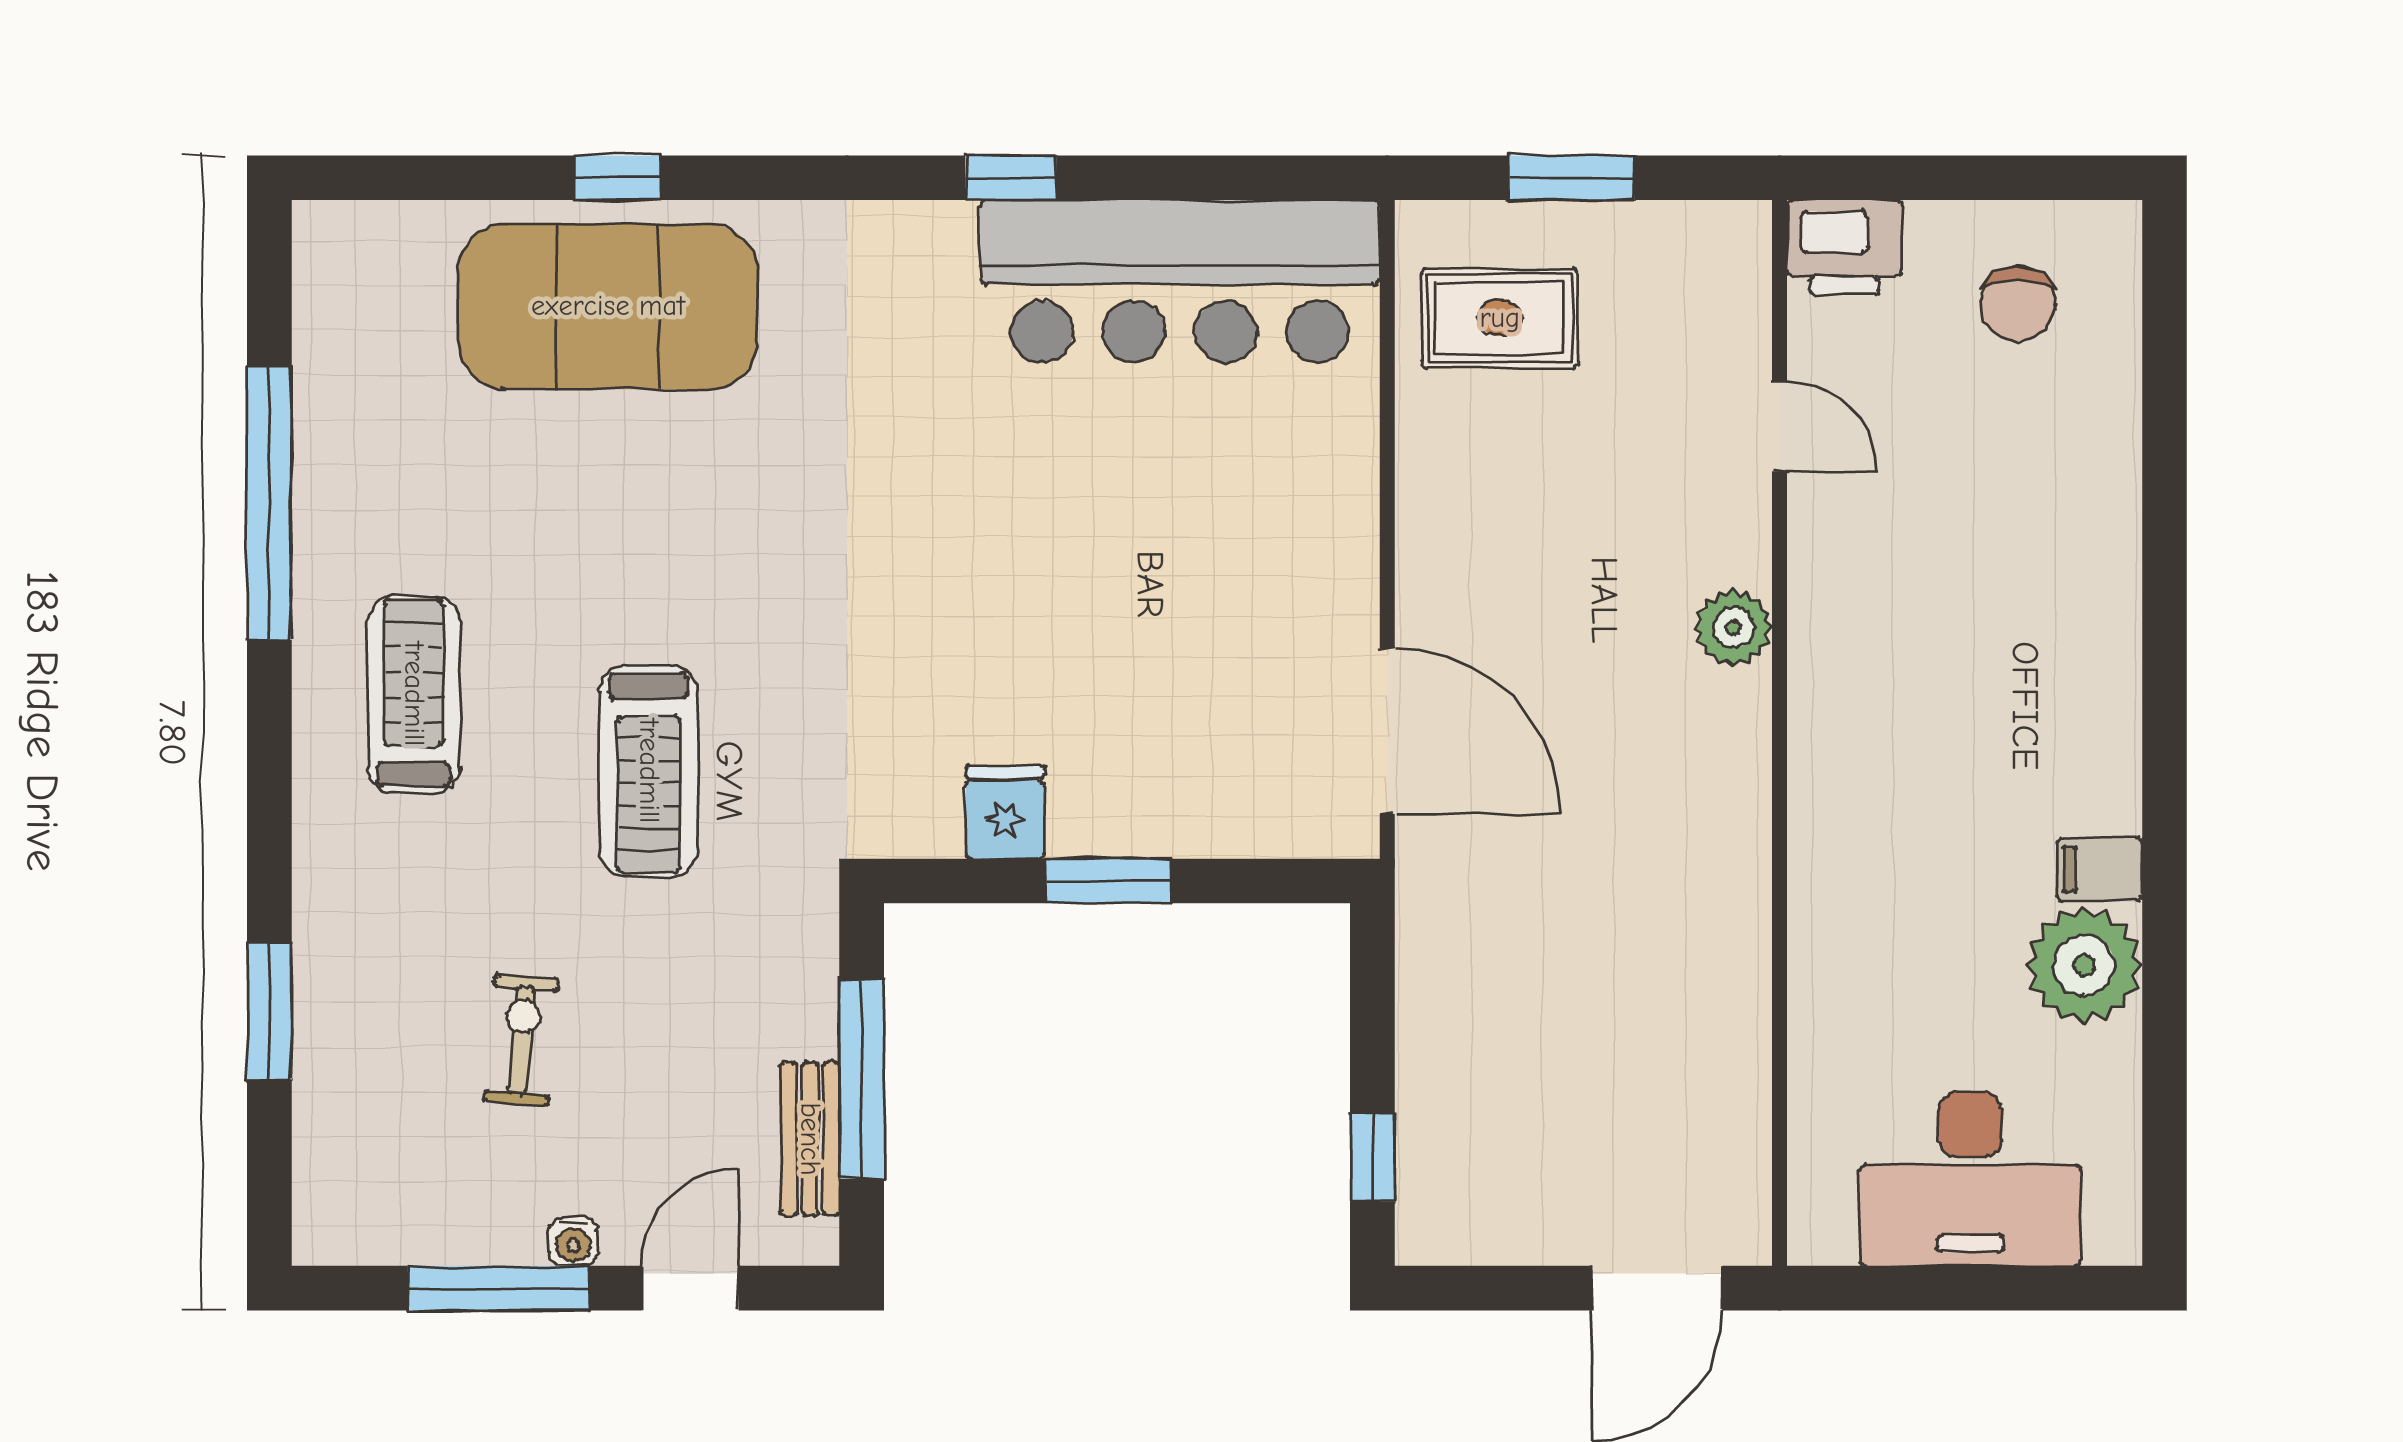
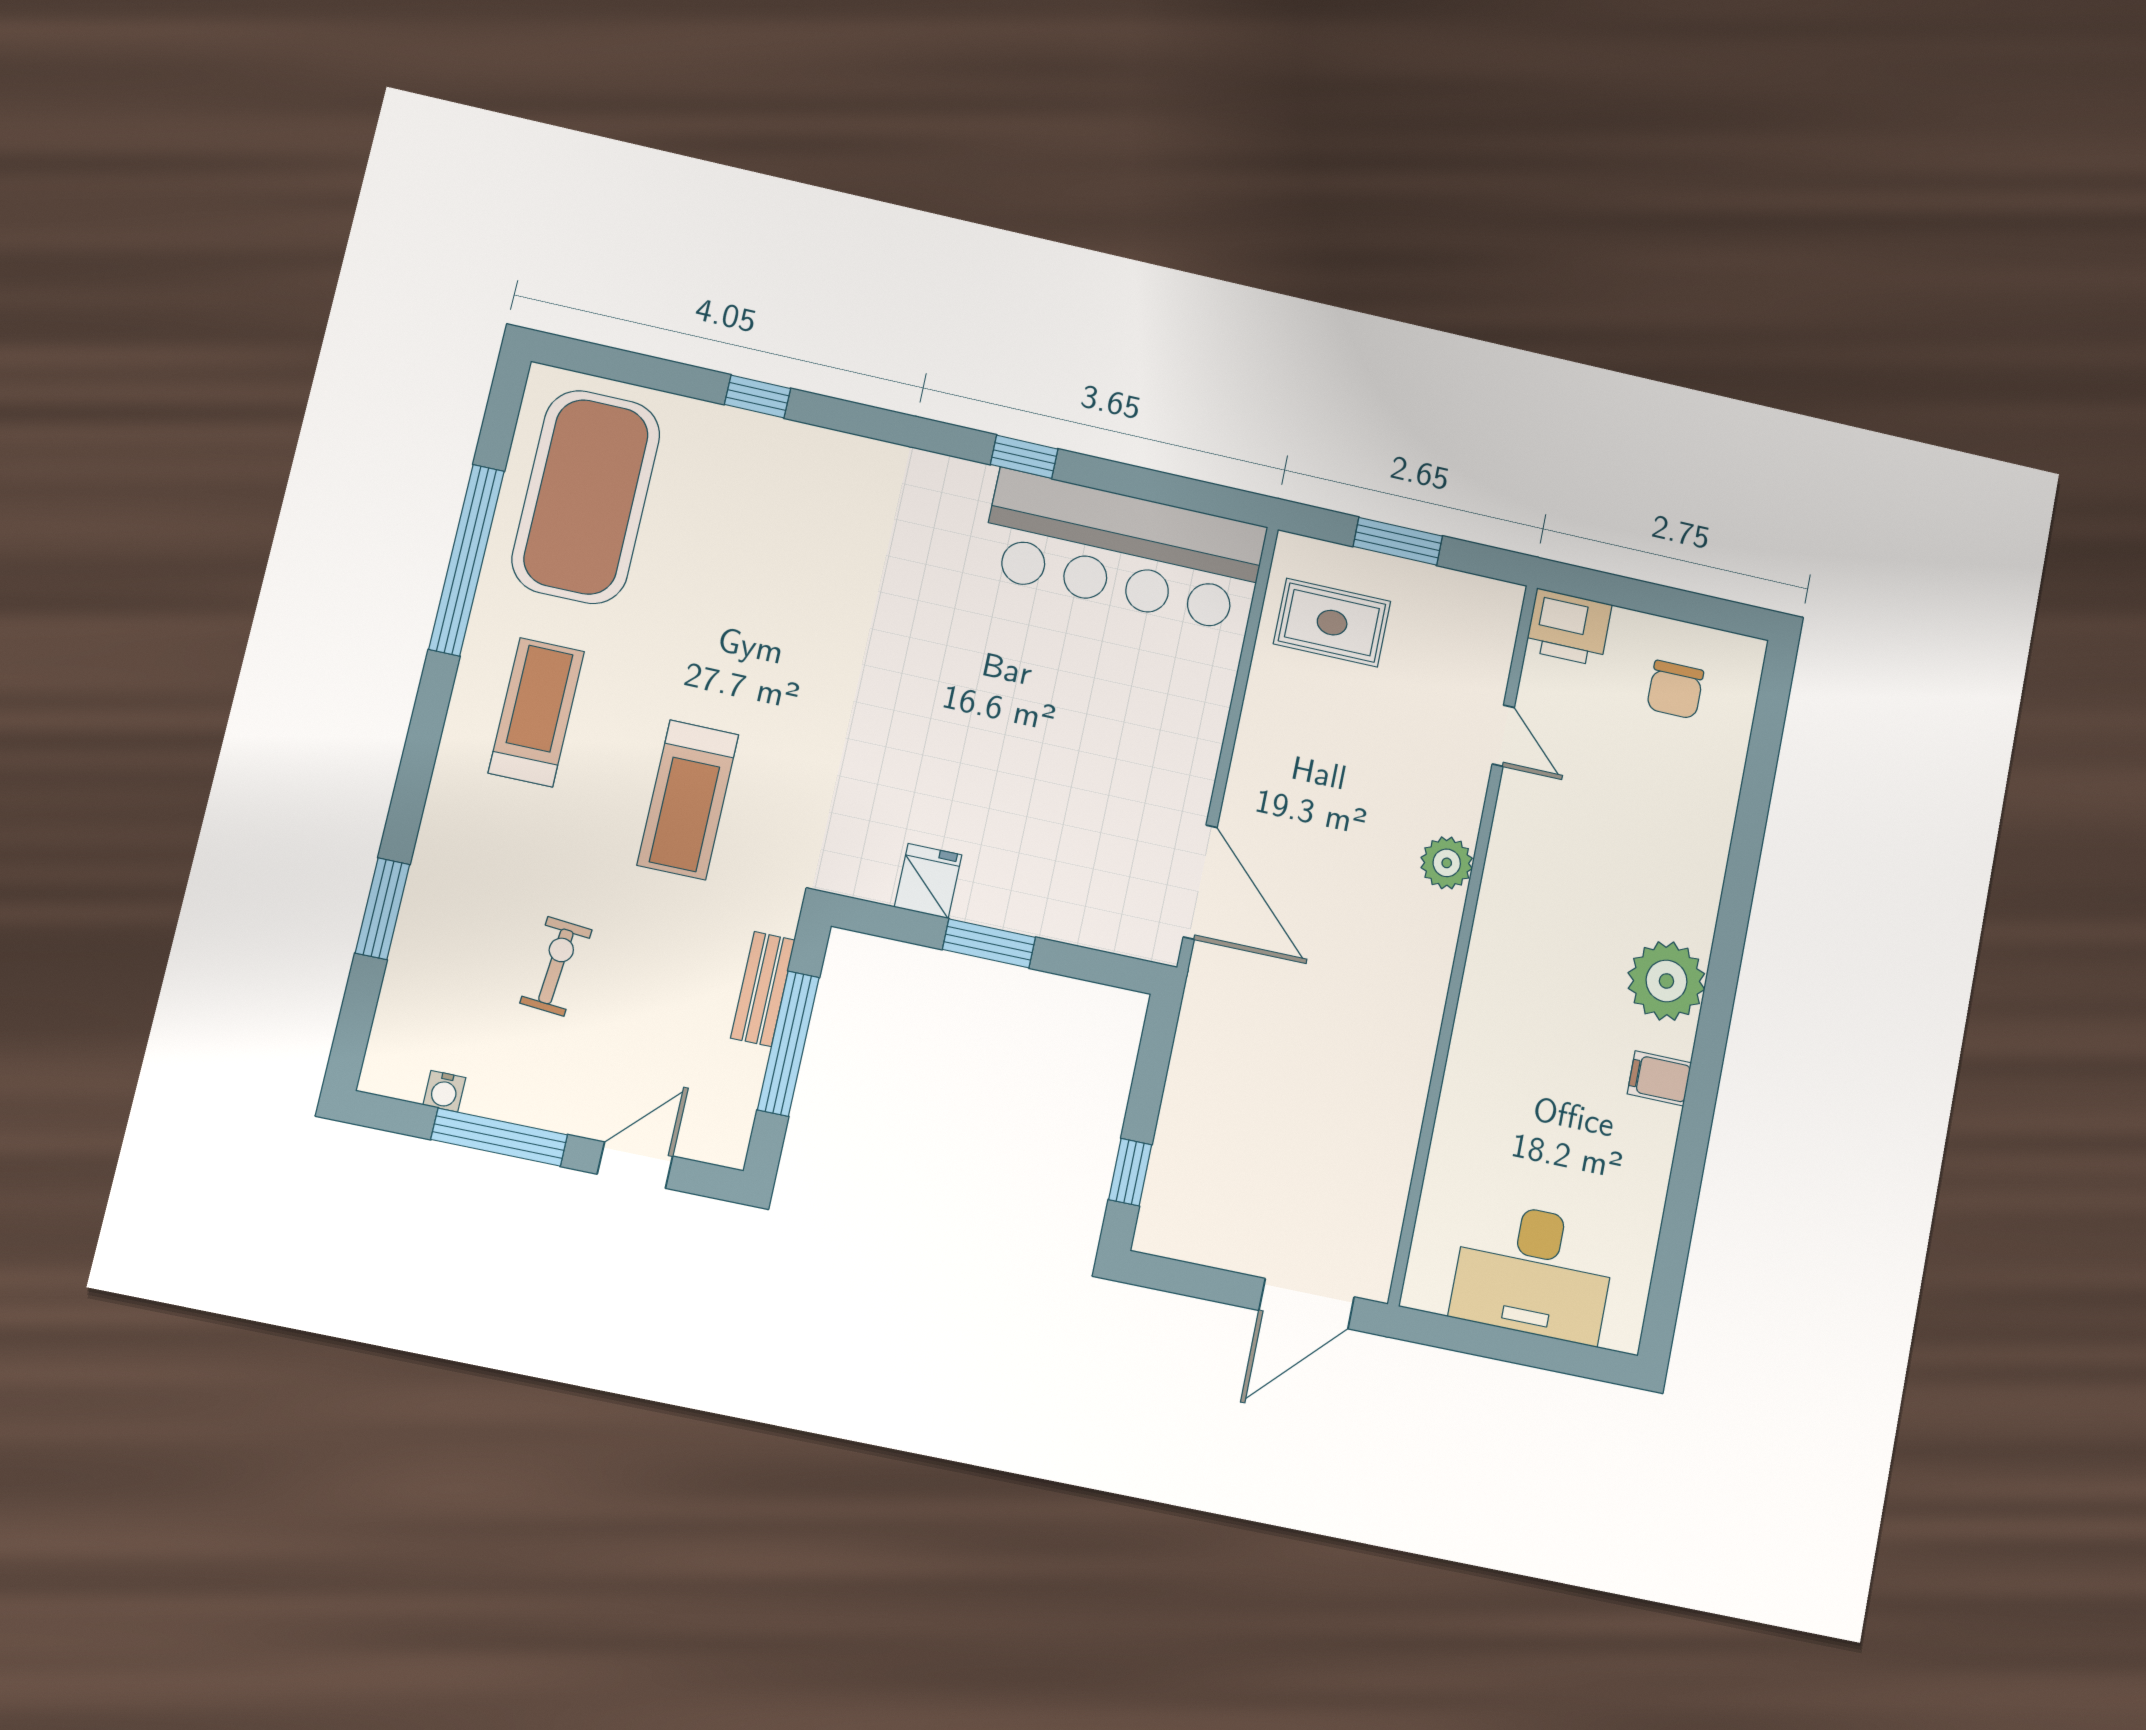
exercise mat: (608, 306) -> (586, 497), moved, turned 90
plant: (2084, 965) -> (1666, 981), moved
bench: (810, 1139) -> (763, 989), moved
water cooler: (573, 1241) -> (444, 1091), moved

